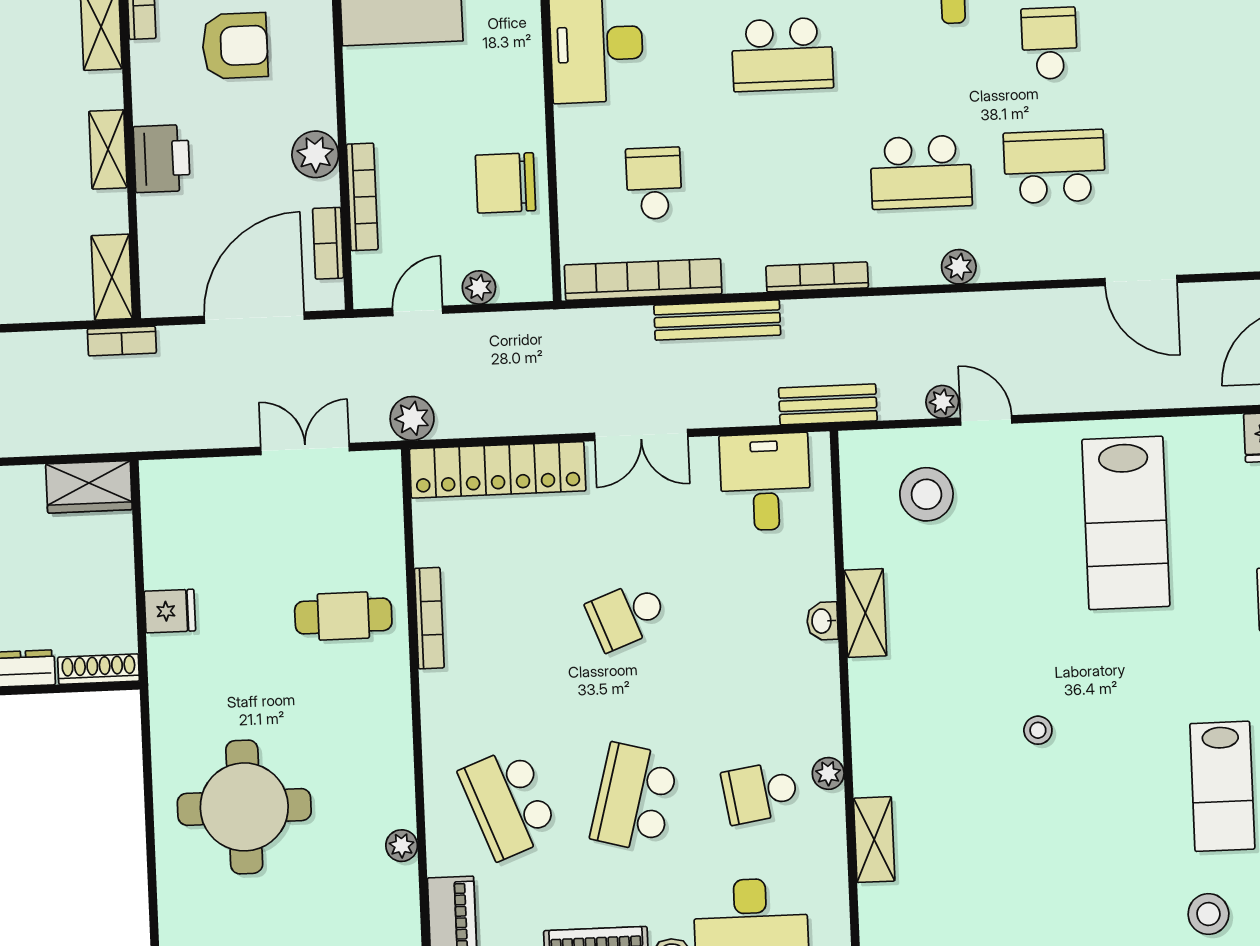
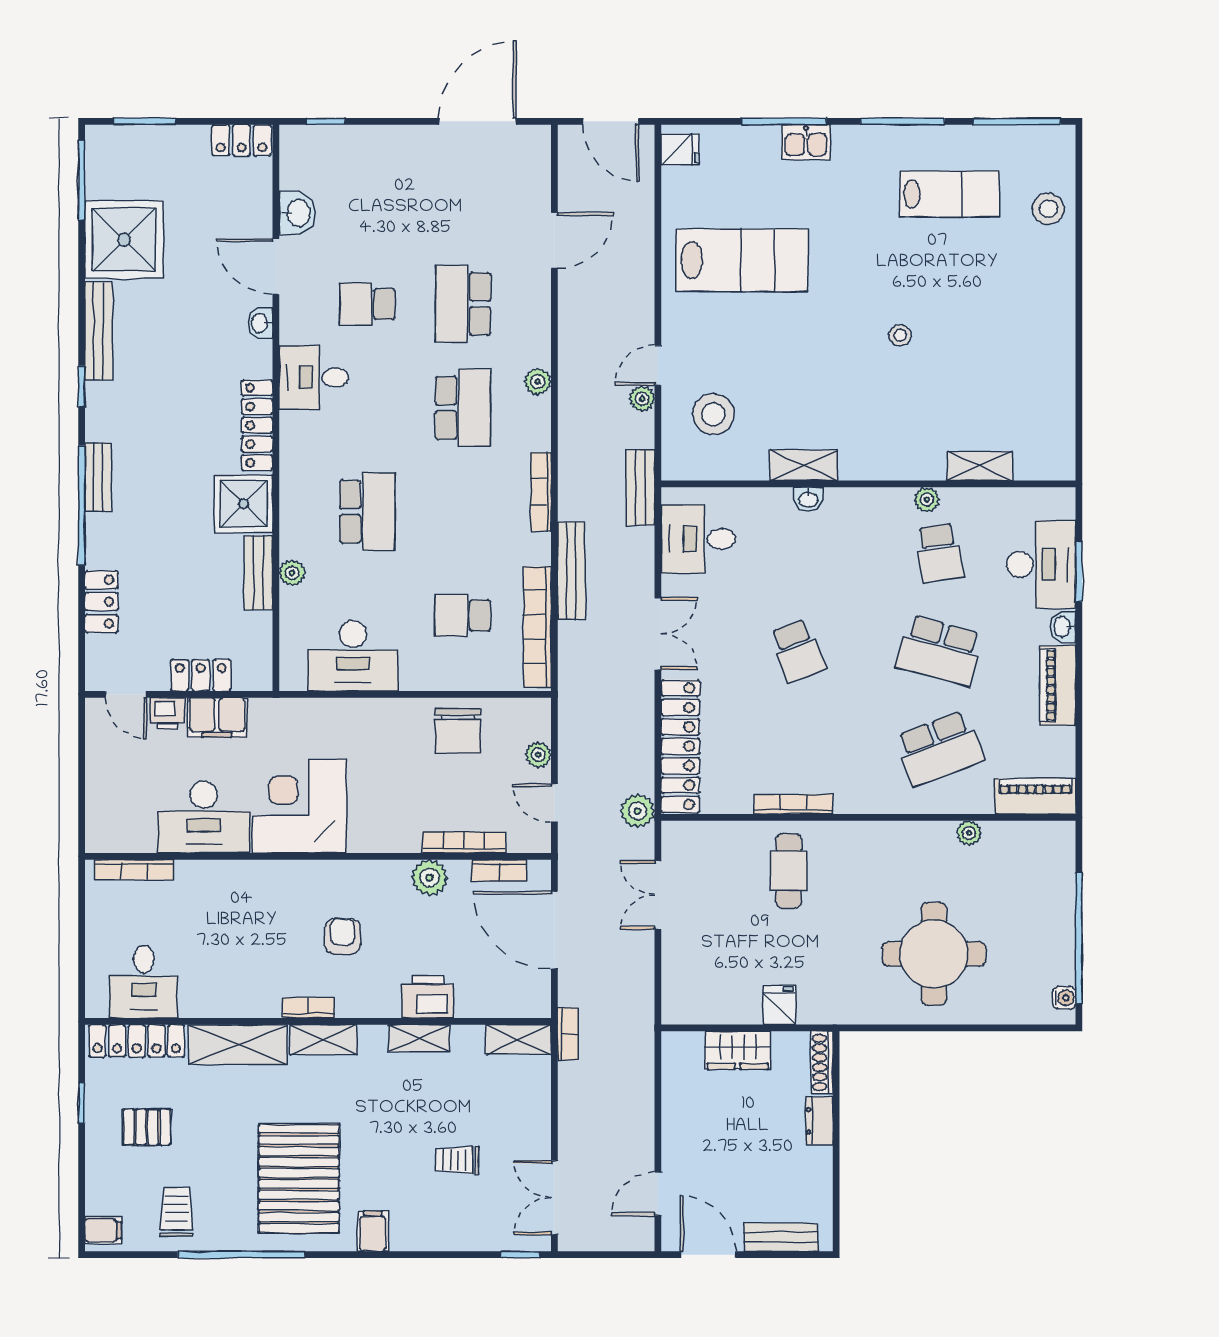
armchair: (235, 46) -> (343, 936), width x0.72, depth x0.72
wardrobe: (89, 487) -> (738, 1050), moved, turned 90

